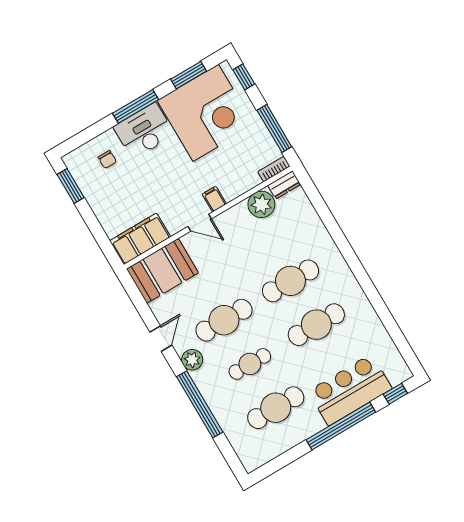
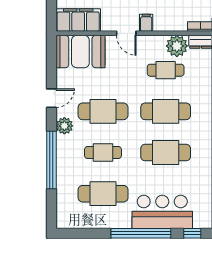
cafe table: (265, 237) -> (166, 70), added

